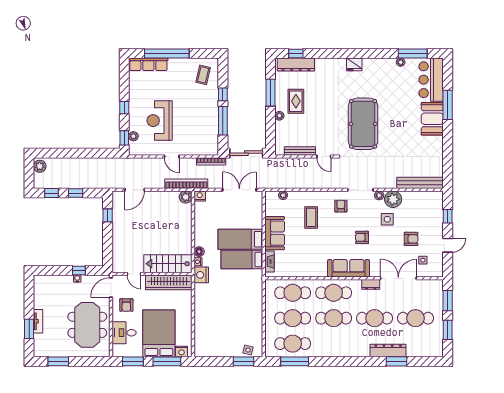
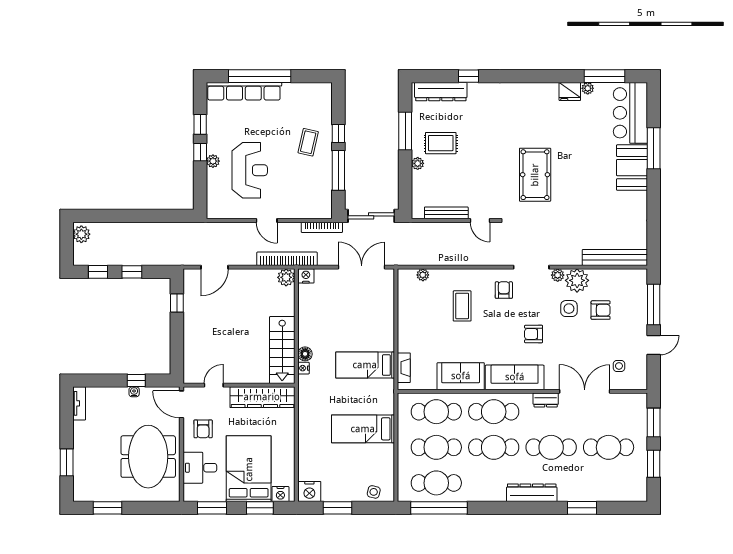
window: (296, 53) -> (469, 76), moved
row of seats: (148, 64) -> (244, 91), width x1.36
fridge: (354, 64) -> (570, 91), moved
coffee table: (203, 75) -> (308, 142), moved
rug: (296, 101) -> (441, 143), turned 90
reception desk: (160, 121) -> (250, 170), turned 180
pool table: (363, 124) -> (535, 175), width x0.73, depth x0.76
plant: (133, 136) -> (213, 161), moved
window: (124, 138) -> (200, 124), moved
window: (448, 216) -> (654, 305), width x2.17
sofa: (275, 233) -> (461, 376), moved, turned -90
bed: (240, 239) -> (363, 429), moved
armchair: (411, 239) -> (601, 310), moved
stairs: (168, 264) -> (282, 350), moved, turned -90
door: (134, 274) -> (214, 385), swing flipped
nightstand: (201, 275) -> (309, 492), moved, turned -90
door: (111, 288) -> (181, 404), hinge flipped
tv unit: (38, 321) -> (79, 403), moved
dresser: (388, 351) -> (532, 493), moved
window: (167, 361) -> (260, 508), width x0.69
window: (243, 361) -> (338, 508), moved
window: (295, 361) -> (439, 508), width x1.46

